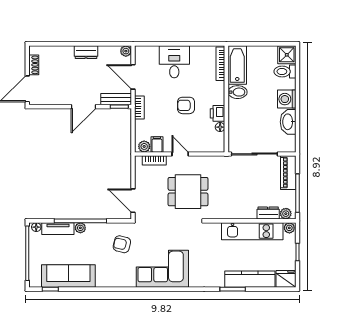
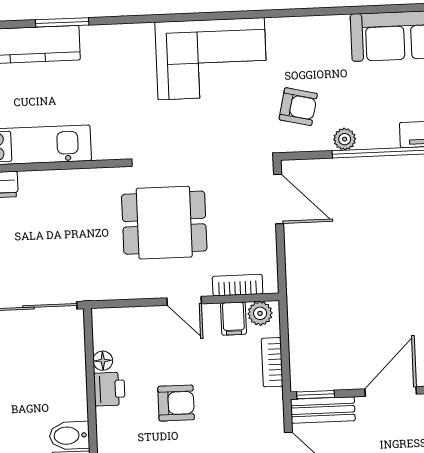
bookcase: (139, 107) -> (272, 362), moved
plant: (80, 228) -> (345, 139), moved

